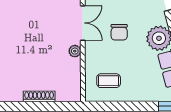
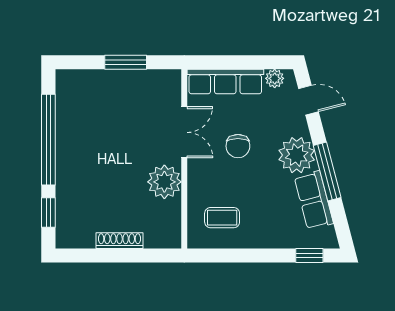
plant: (75, 51) -> (164, 182), width x1.88, depth x1.88

